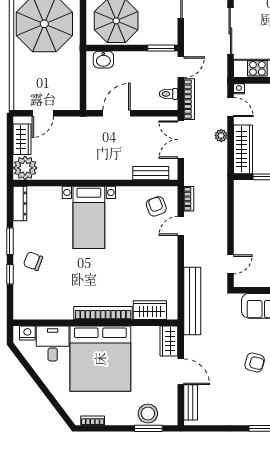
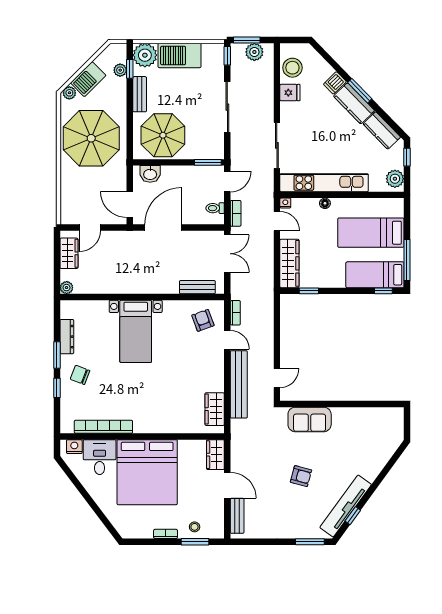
door: (83, 90) -> (130, 204), added
bookcase: (189, 99) -> (236, 213), width x0.64
door: (117, 113) -> (163, 227), width x1.36
plant: (221, 136) -> (268, 250), removed
double door: (181, 140) -> (227, 254), swing flipped
plant: (25, 168) -> (67, 288), width x0.53, depth x0.53
dresser: (20, 204) -> (67, 337), moved
door: (181, 226) -> (227, 340), swing flipped
bench: (192, 301) -> (239, 384), moved
wardrobe: (150, 310) -> (215, 409), moved, turned -90
bookcase: (103, 313) -> (103, 427), moved
stool: (148, 414) -> (195, 527), width x0.53, depth x0.53
bookcase: (93, 421) -> (166, 534), moved

